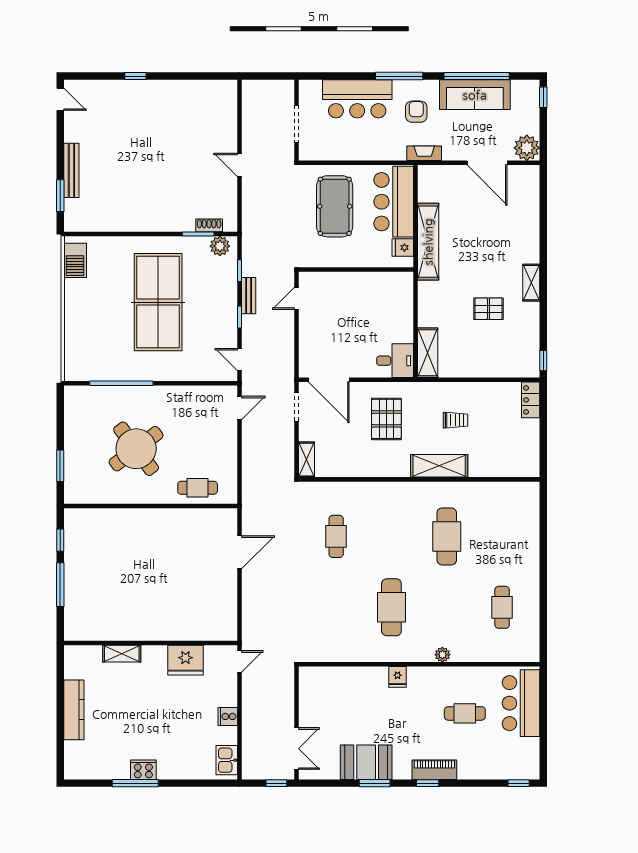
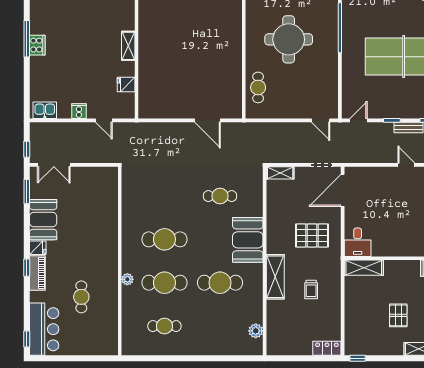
round table: (136, 449) -> (289, 39), turned 37
plant: (508, 491) -> (256, 331), added
booth: (392, 501) -> (248, 240), added
cafe table: (447, 607) -> (164, 283), added
shelving: (122, 654) -> (128, 46), moved
fridge: (186, 660) -> (126, 85), width x0.53, depth x0.75
door: (239, 661) -> (104, 120), moved
fridge: (398, 677) -> (38, 248), moved, turned 180
bar counter: (521, 703) -> (44, 329), moved, turned 90
window: (375, 783) -> (27, 192), moved

